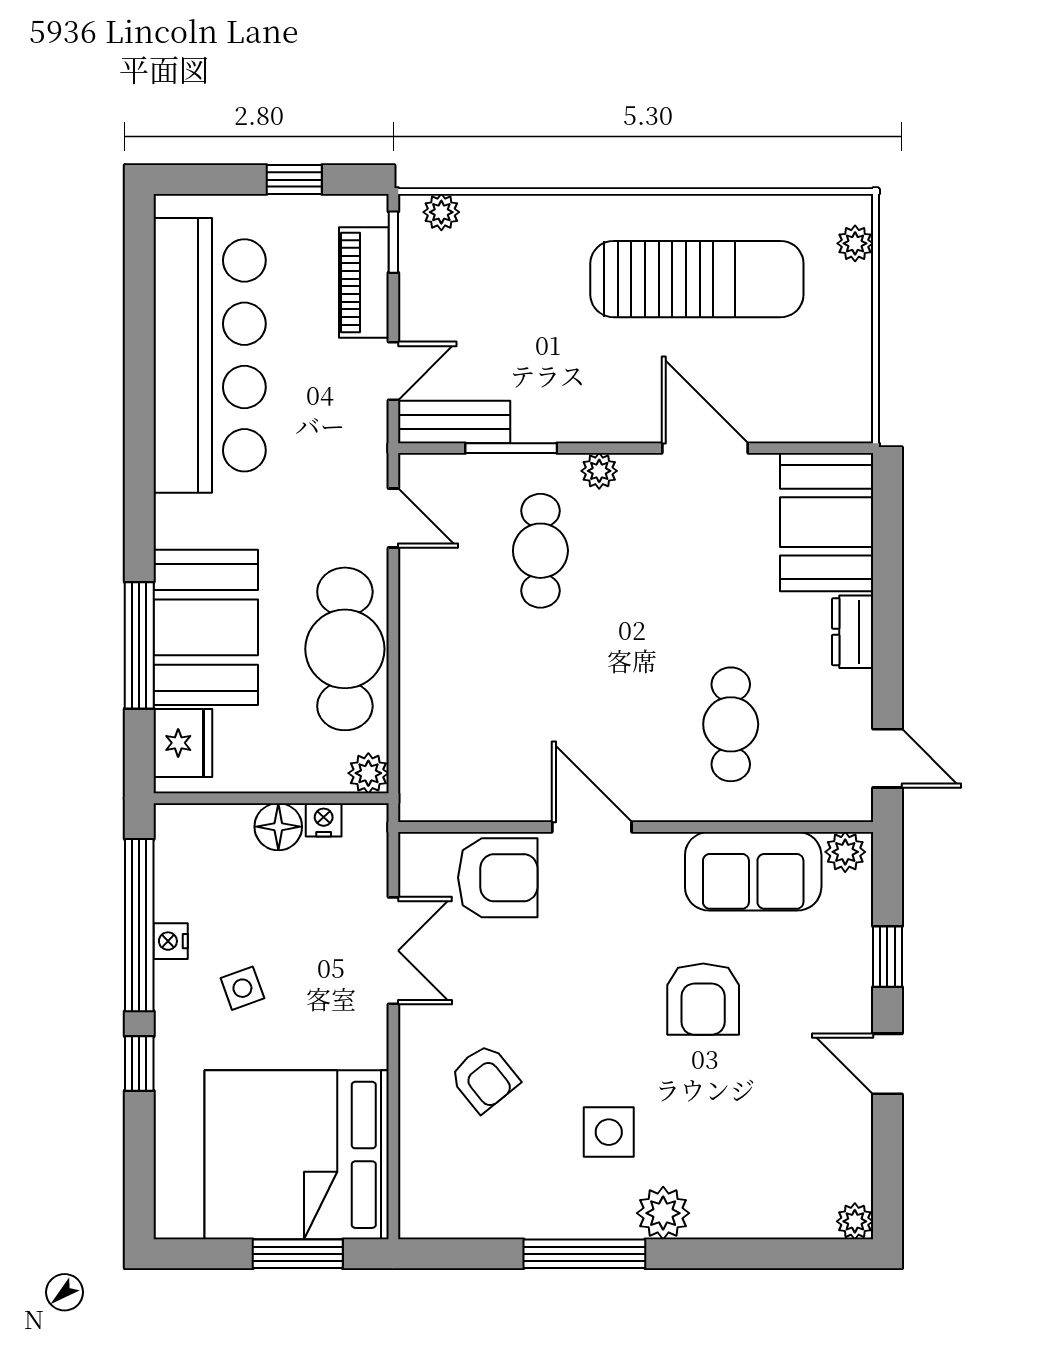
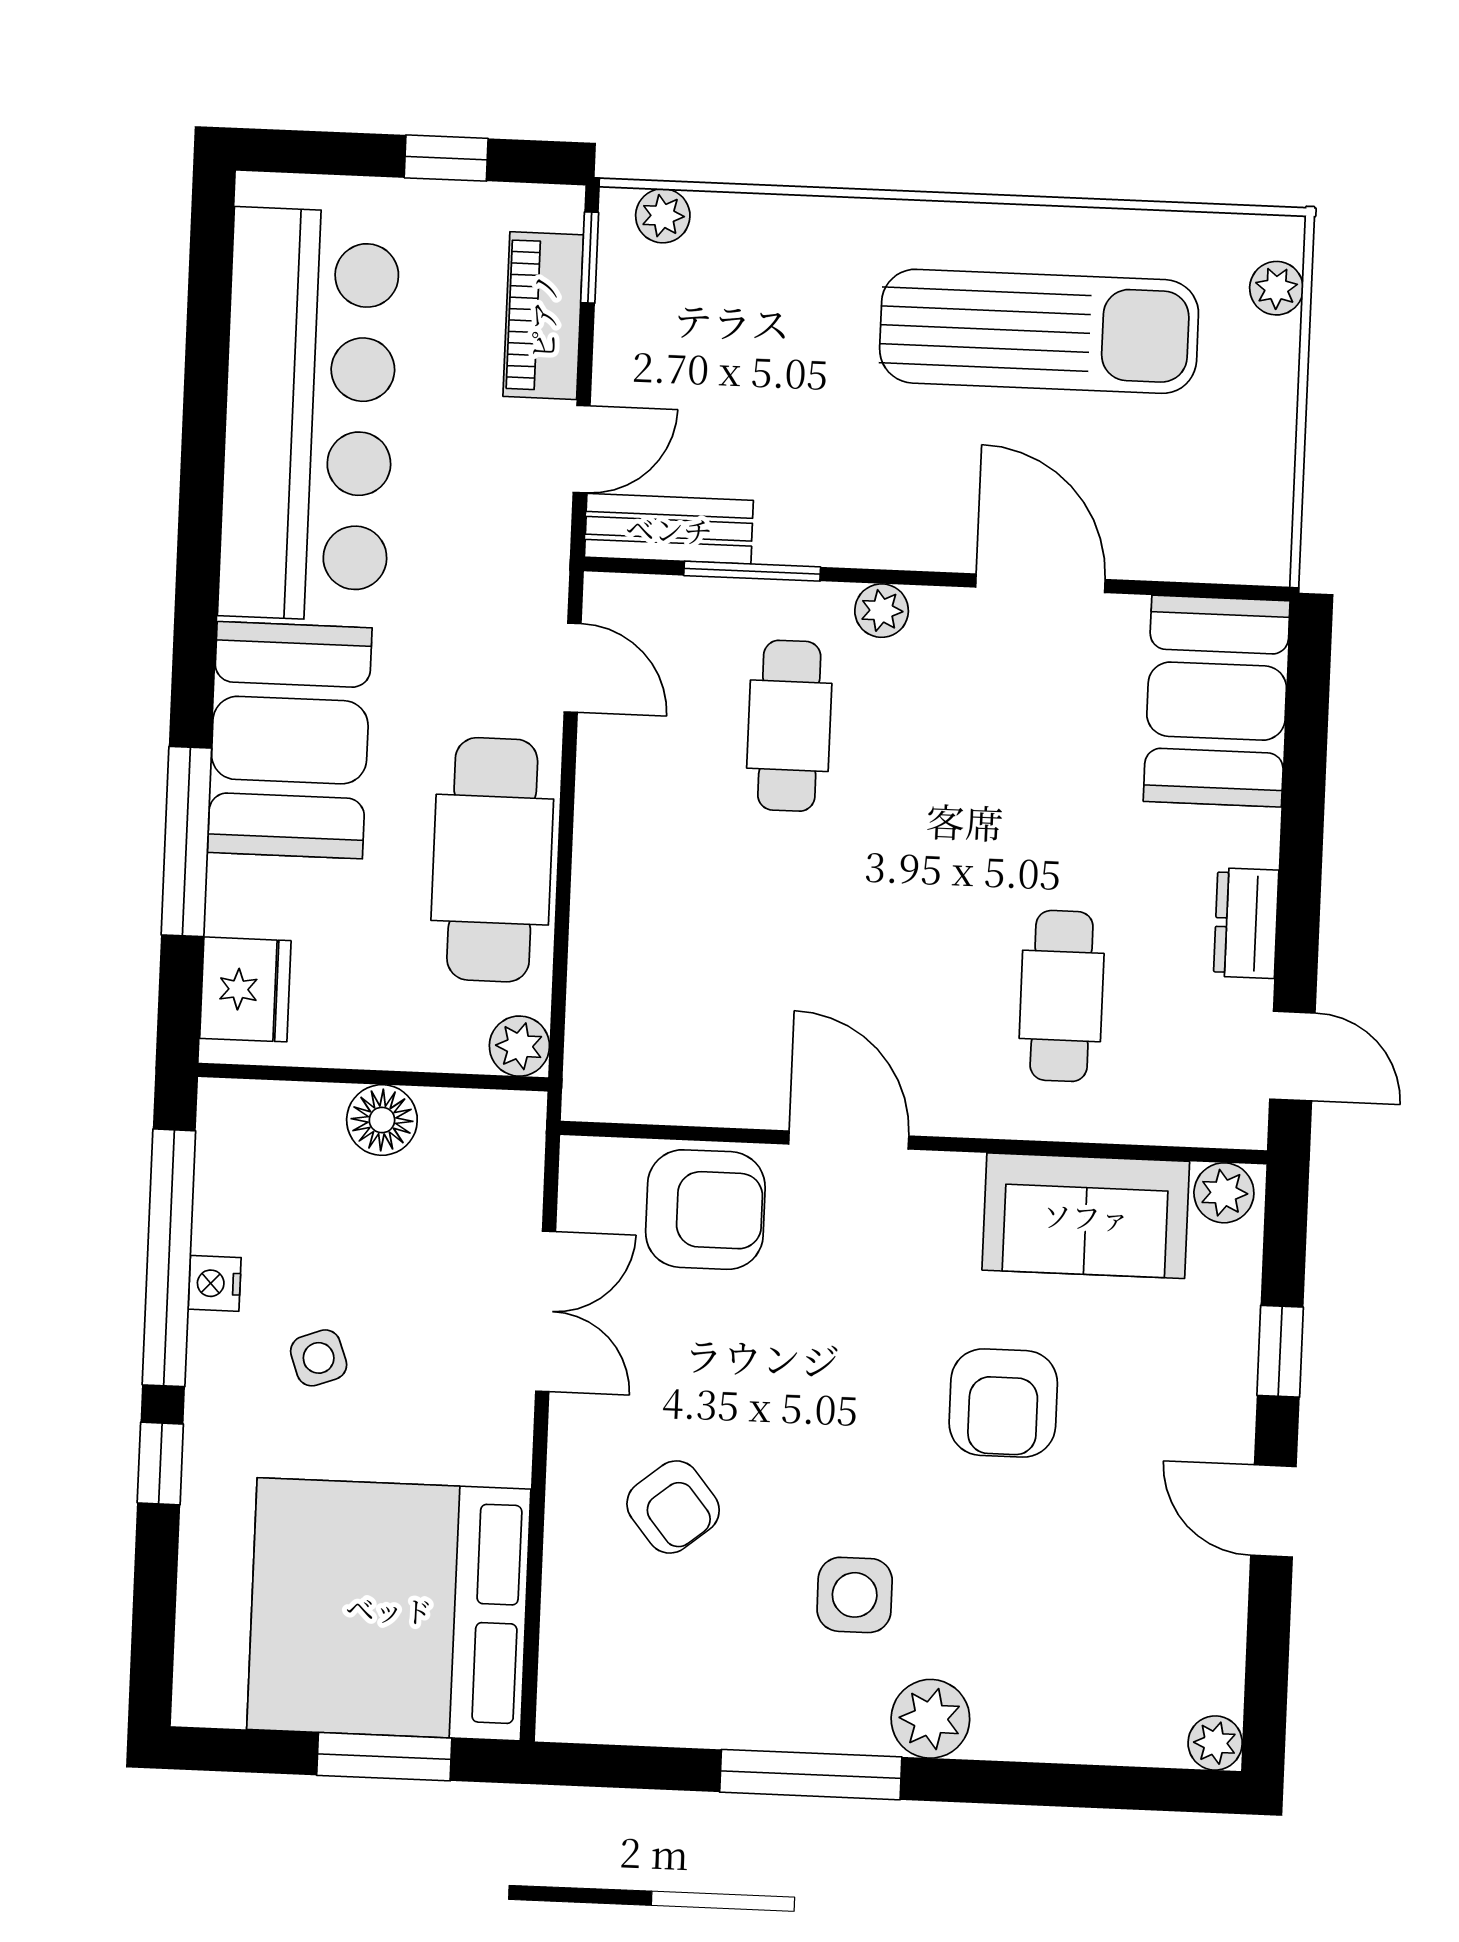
booth: (206, 627) -> (290, 740), moved
dresser: (853, 632) -> (1246, 923), moved
nightstand: (324, 820) -> (450, 1113), removed

